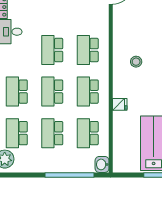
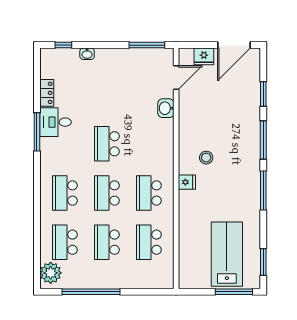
school desk: (88, 50) -> (149, 144), removed
fridge: (120, 104) -> (187, 182), moved
washbasin: (102, 164) -> (166, 108), moved
window: (69, 175) -> (91, 292), moved

